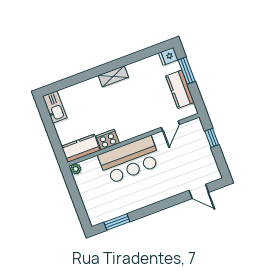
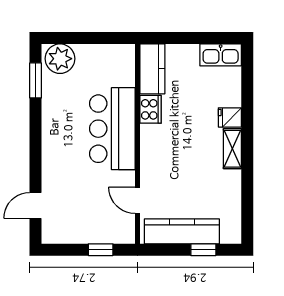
fridge: (168, 56) -> (230, 117), moved, turned -90
window: (187, 71) -> (203, 250), width x0.67
kitchen counter: (180, 89) -> (182, 231), width x1.50
plant: (76, 169) -> (60, 59), moved, width x1.88, depth x1.88

